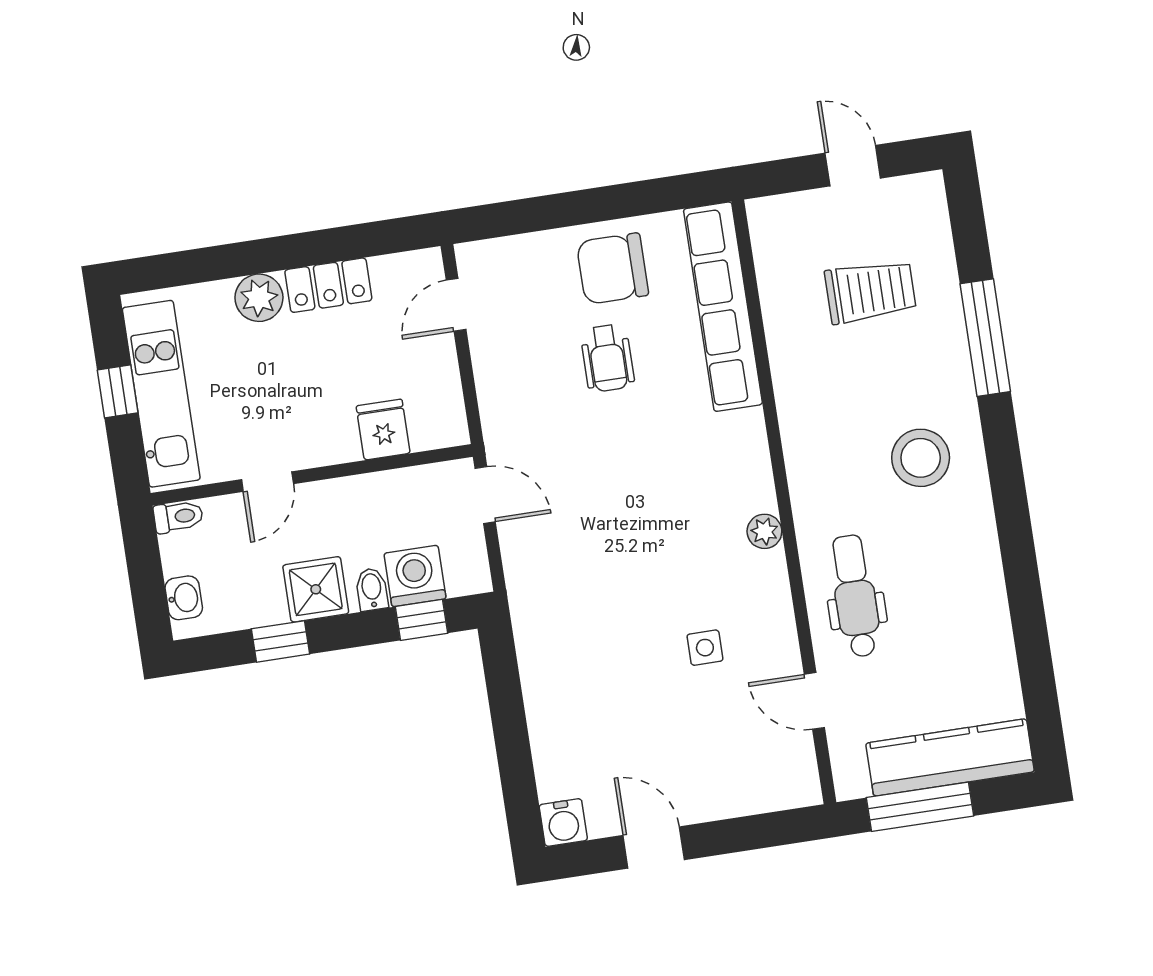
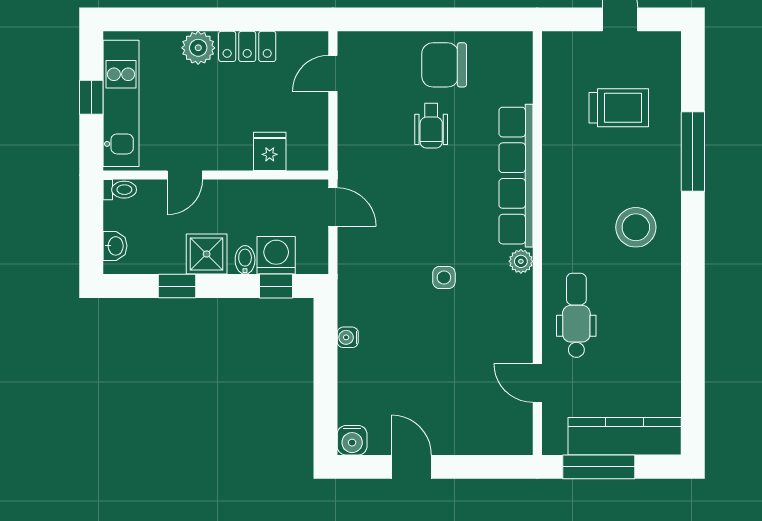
row of seats: (723, 307) -> (516, 176), moved
side table: (705, 648) -> (444, 278), moved
water cooler: (535, 677) -> (348, 337), added

